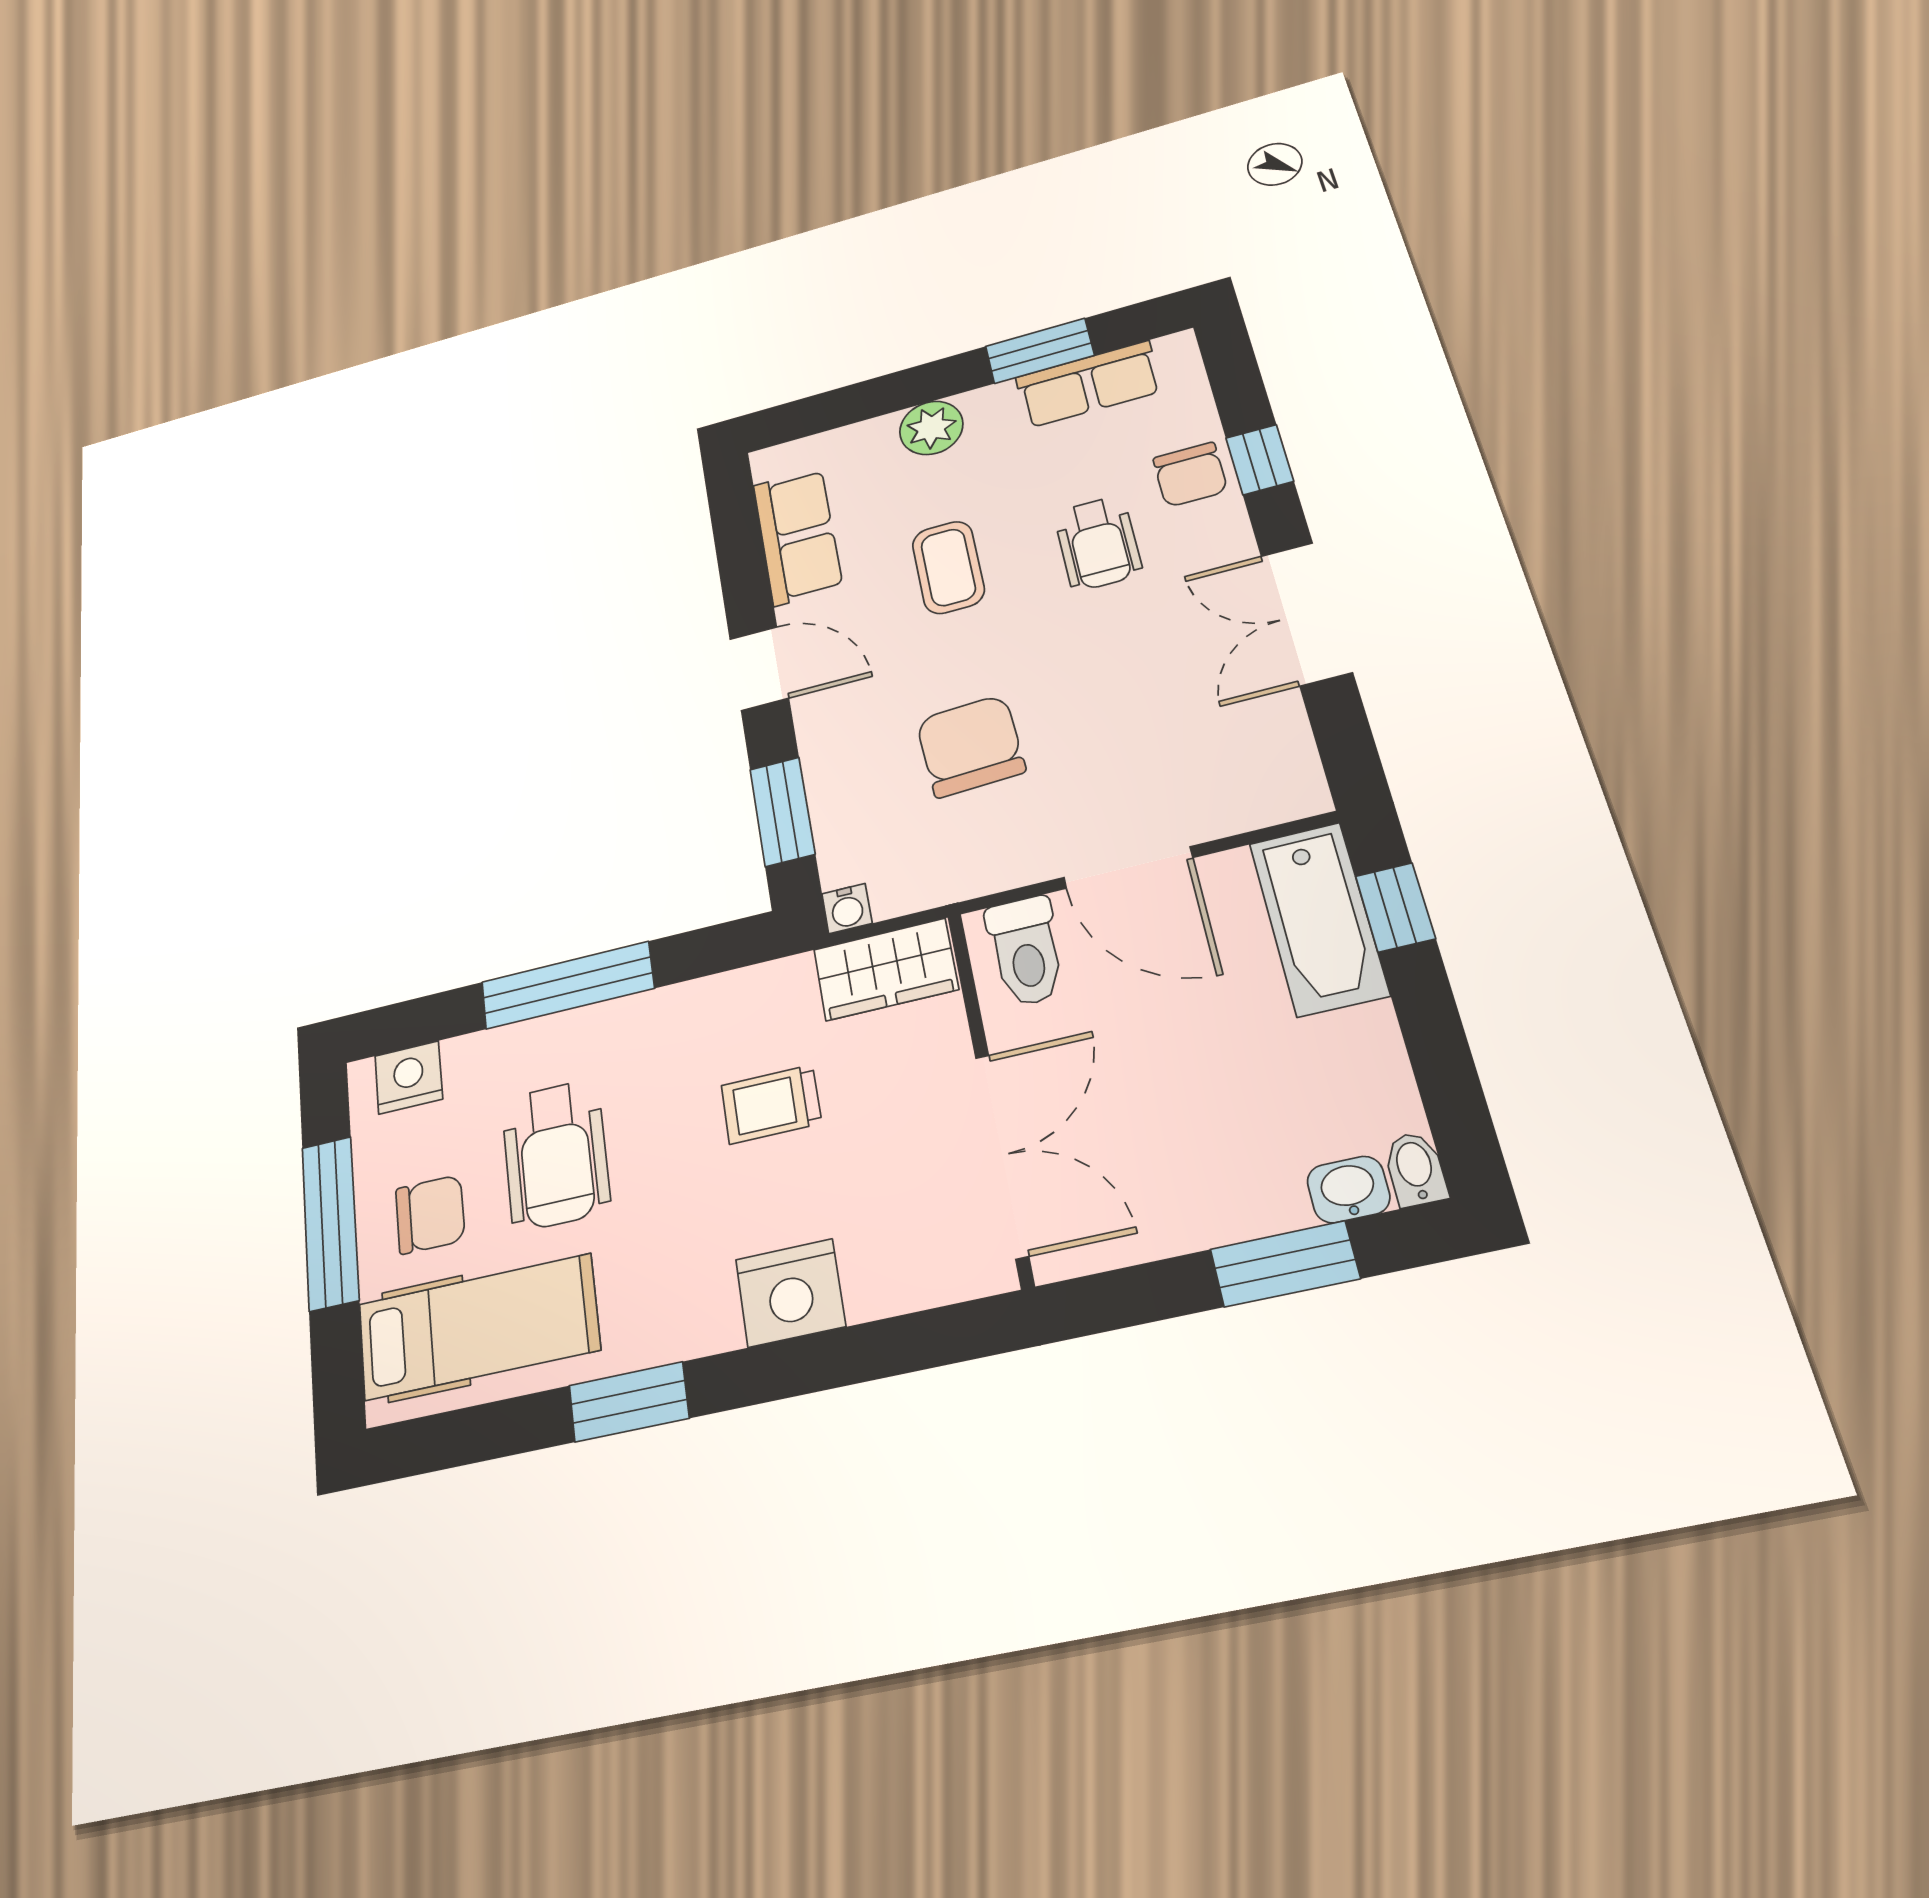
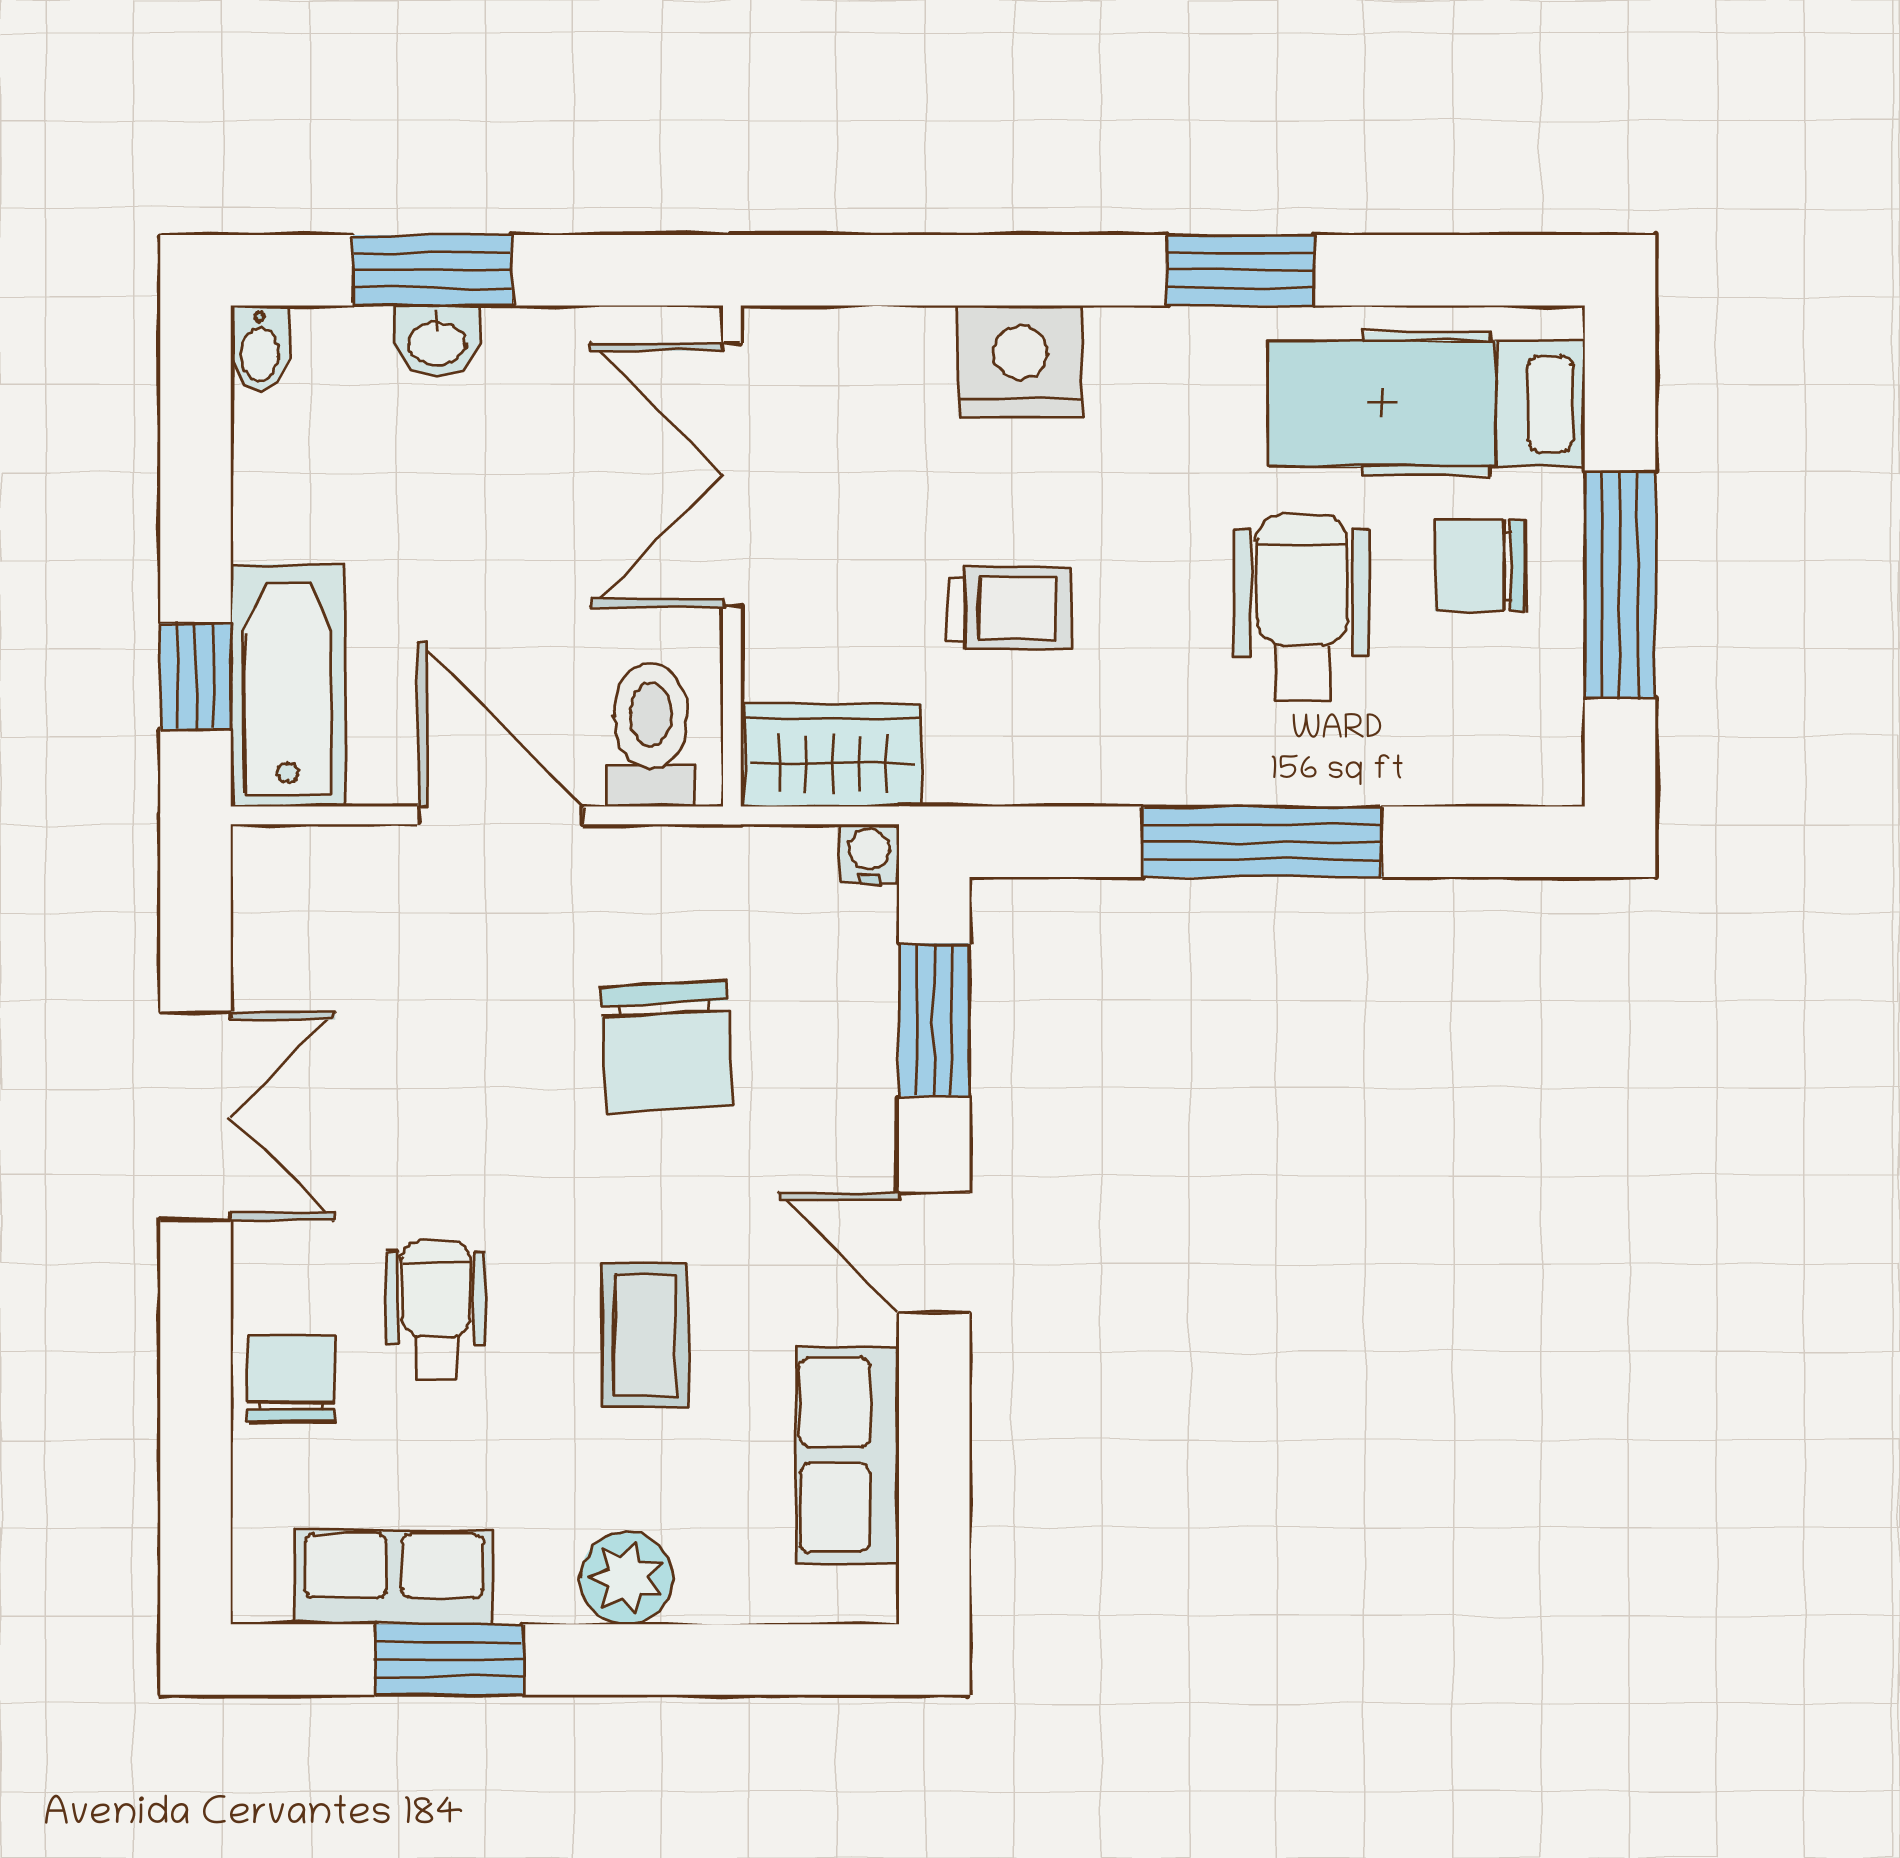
window: (1260, 460) -> (196, 1373), removed
nightstand: (409, 1077) -> (1497, 764), removed
washbasin: (1348, 1190) -> (437, 341), moved

